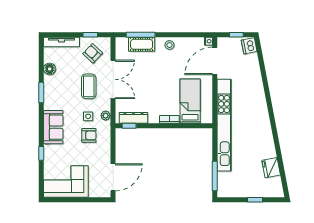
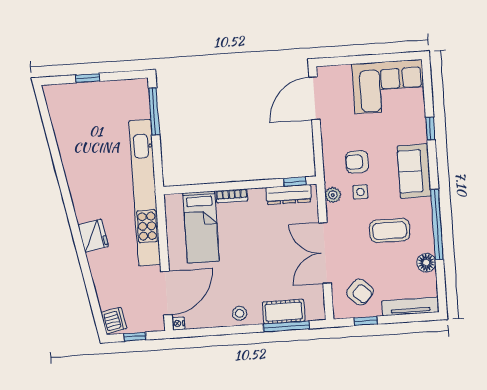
coffee table: (89, 86) -> (390, 231), moved, turned 90
window: (41, 93) -> (437, 225), width x2.11
fridge: (271, 168) -> (93, 236), moved

